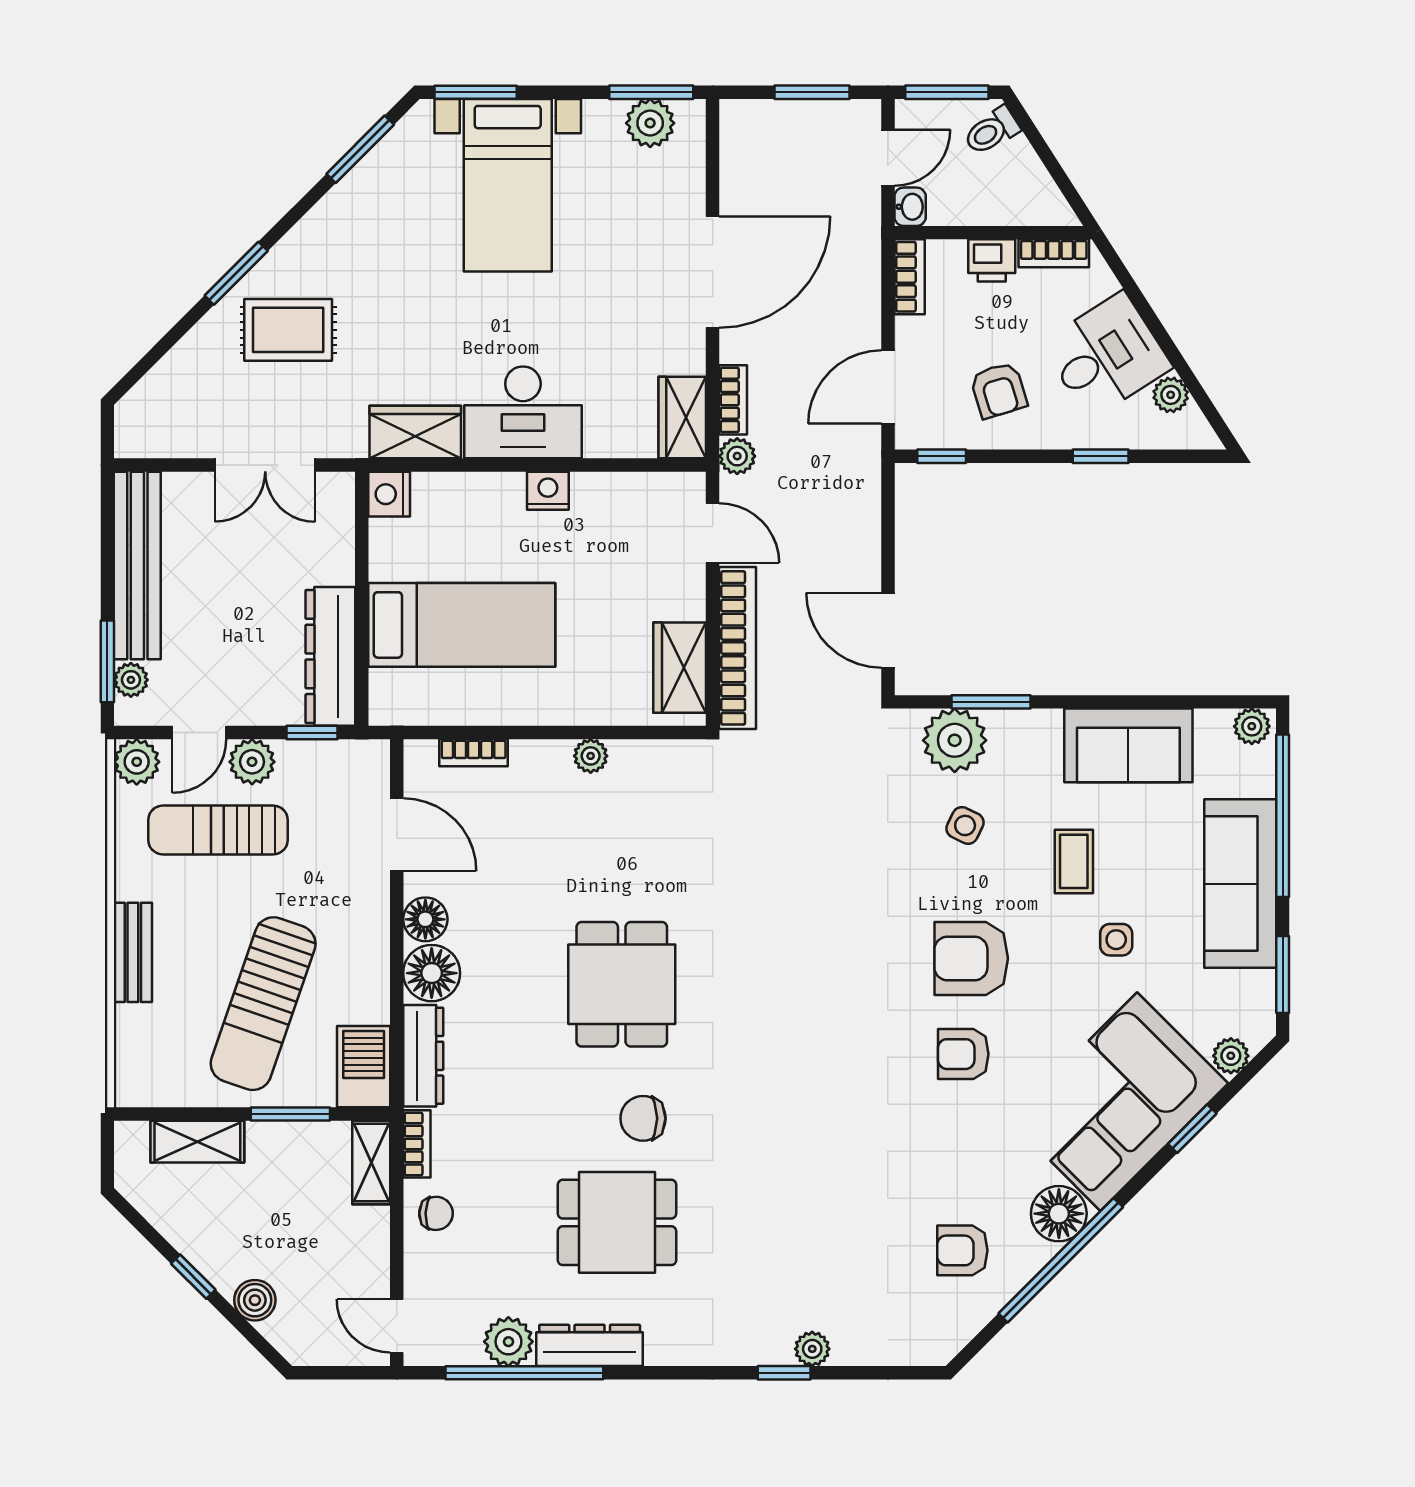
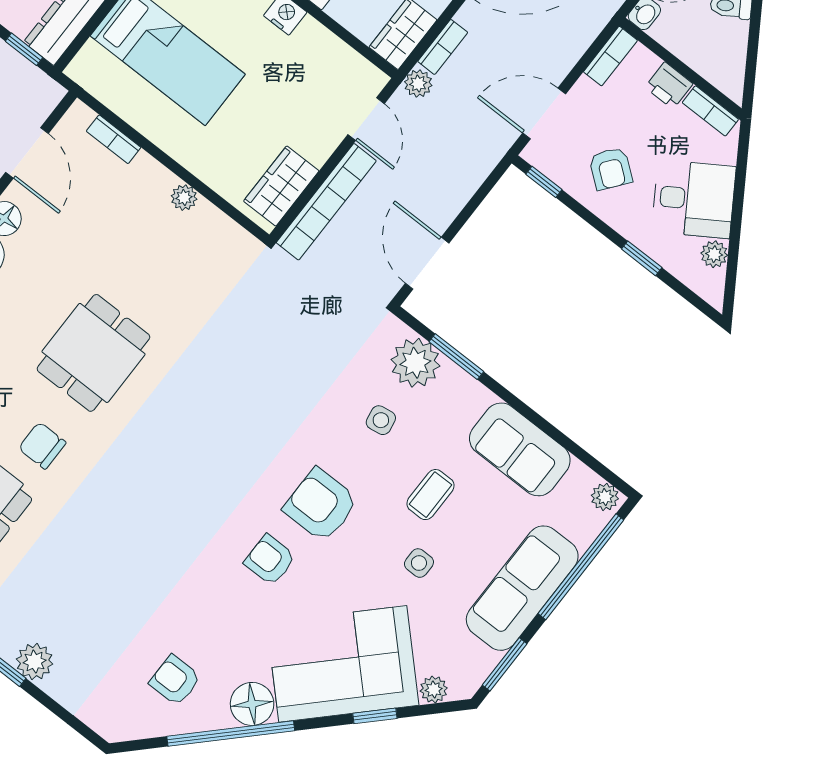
armchair: (999, 390) -> (611, 169), turned -35
side table: (965, 825) -> (381, 420), turned -35
plant: (812, 1349) -> (35, 662), width x1.38, depth x1.38

